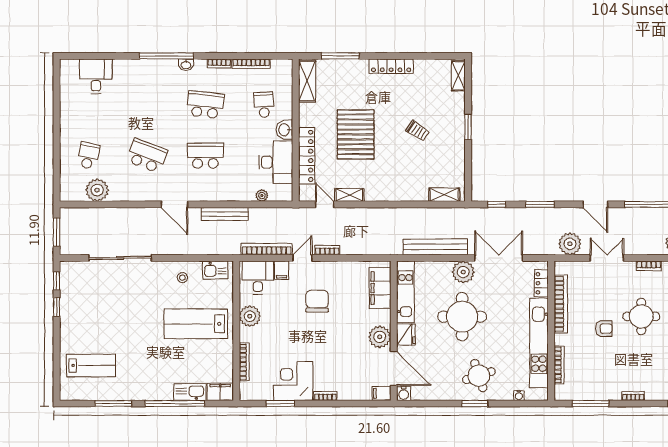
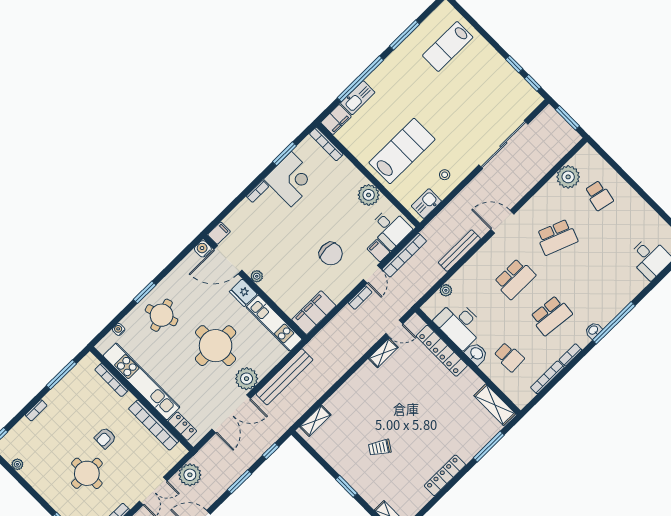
pallet: (356, 134) -> (422, 401), removed
filing cabinet: (380, 288) -> (314, 313), moved, turned -90
plant: (380, 337) -> (257, 276), width x0.53, depth x0.53
bookcase: (244, 362) -> (326, 144), moved

